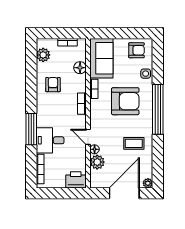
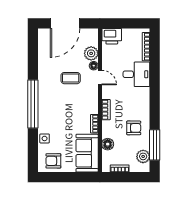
armchair: (53, 85) -> (134, 128), turned -90
armchair: (125, 101) -> (64, 112), removed
window: (31, 129) -> (155, 145), moved
coffee table: (134, 143) -> (71, 78), moved
plant: (148, 183) -> (43, 33), removed

